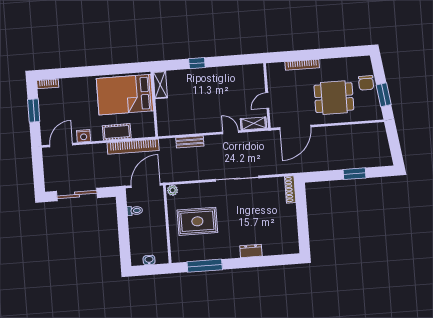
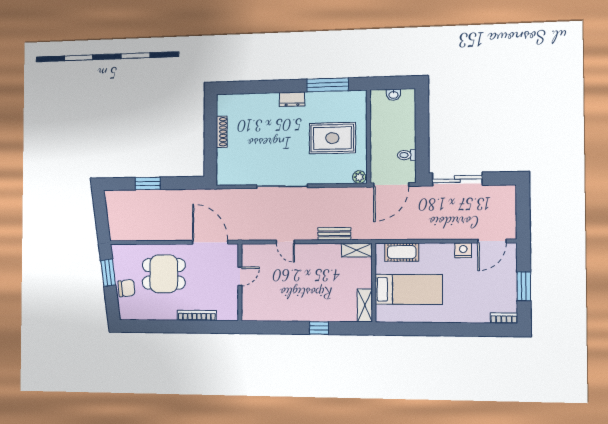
chair: (366, 83) -> (126, 288), turned 84
bed: (125, 95) -> (409, 289), width x0.67
shelving: (253, 123) -> (357, 250), moved
door: (295, 127) -> (210, 242), hinge flipped
cot: (117, 132) -> (402, 252), moved
bookcase: (133, 147) -> (403, 233), removed
shoe rack: (290, 190) -> (222, 132), moved
sliding door: (77, 195) -> (457, 179), moved
dresser: (251, 251) -> (292, 99), moved

